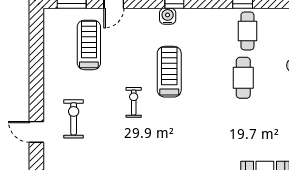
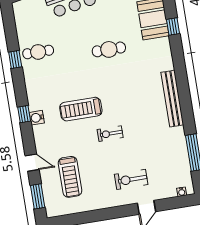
treadmill: (89, 45) -> (70, 177), turned -90
cafe table: (243, 78) -> (109, 49), moved

